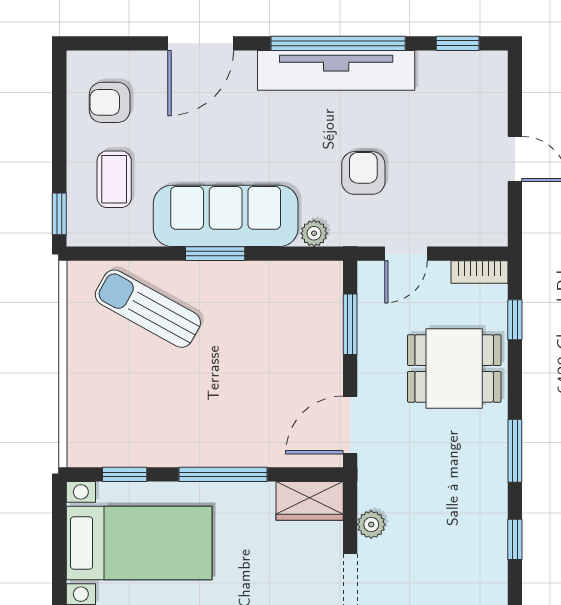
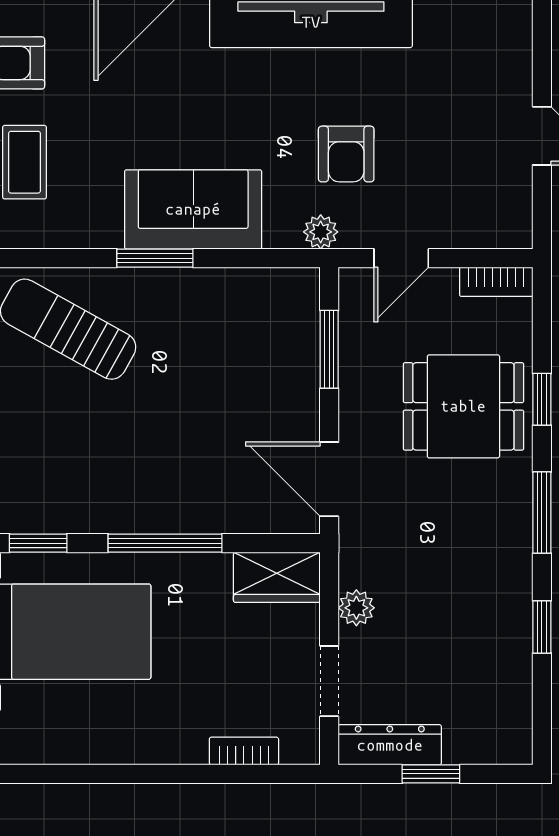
armchair: (363, 173) -> (346, 154), turned 180
sofa: (226, 216) -> (193, 209), width x0.73
plant: (314, 233) -> (321, 232), moved
window: (515, 320) -> (542, 399), moved
door: (350, 425) -> (329, 479), hinge flipped

